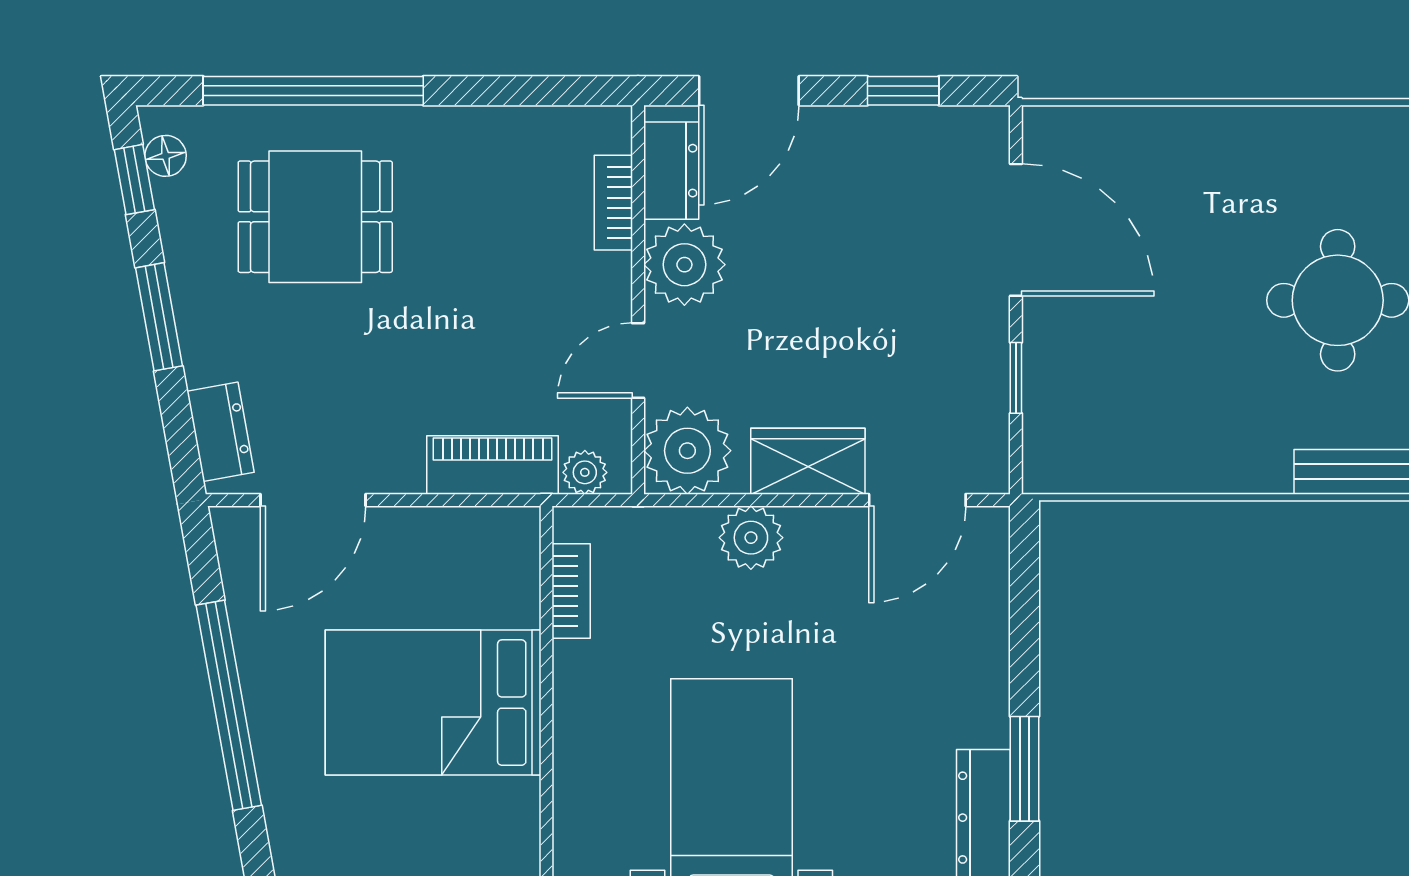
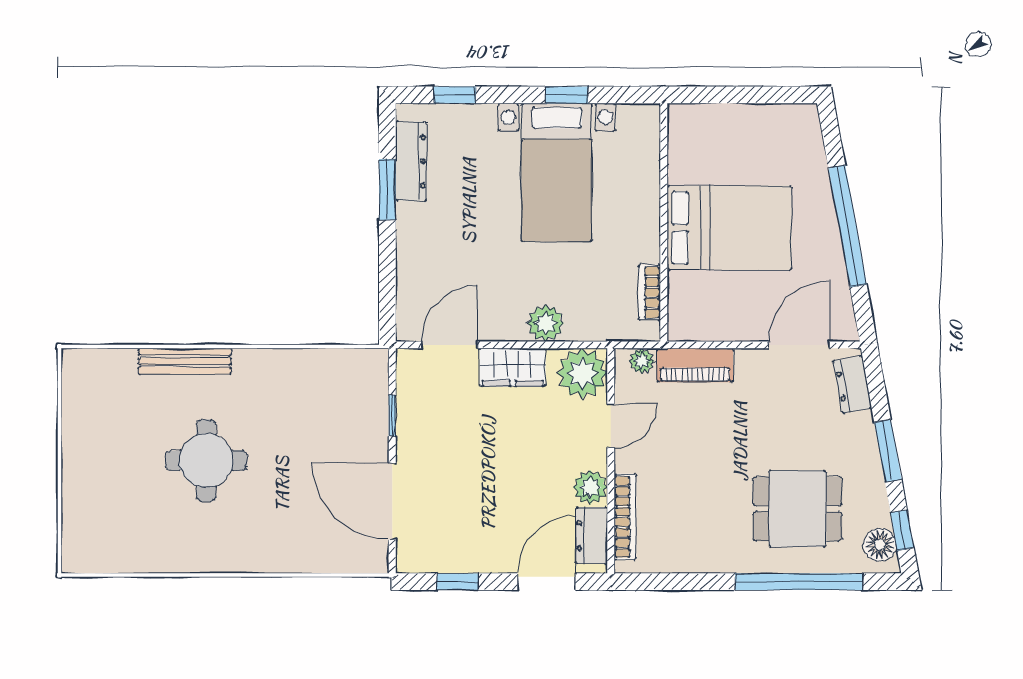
floor lamp: (166, 156) -> (880, 545), width x1.37, depth x1.37
bookcase: (613, 203) -> (625, 517), width x1.56
plant: (684, 265) -> (590, 487), width x0.73, depth x0.73

